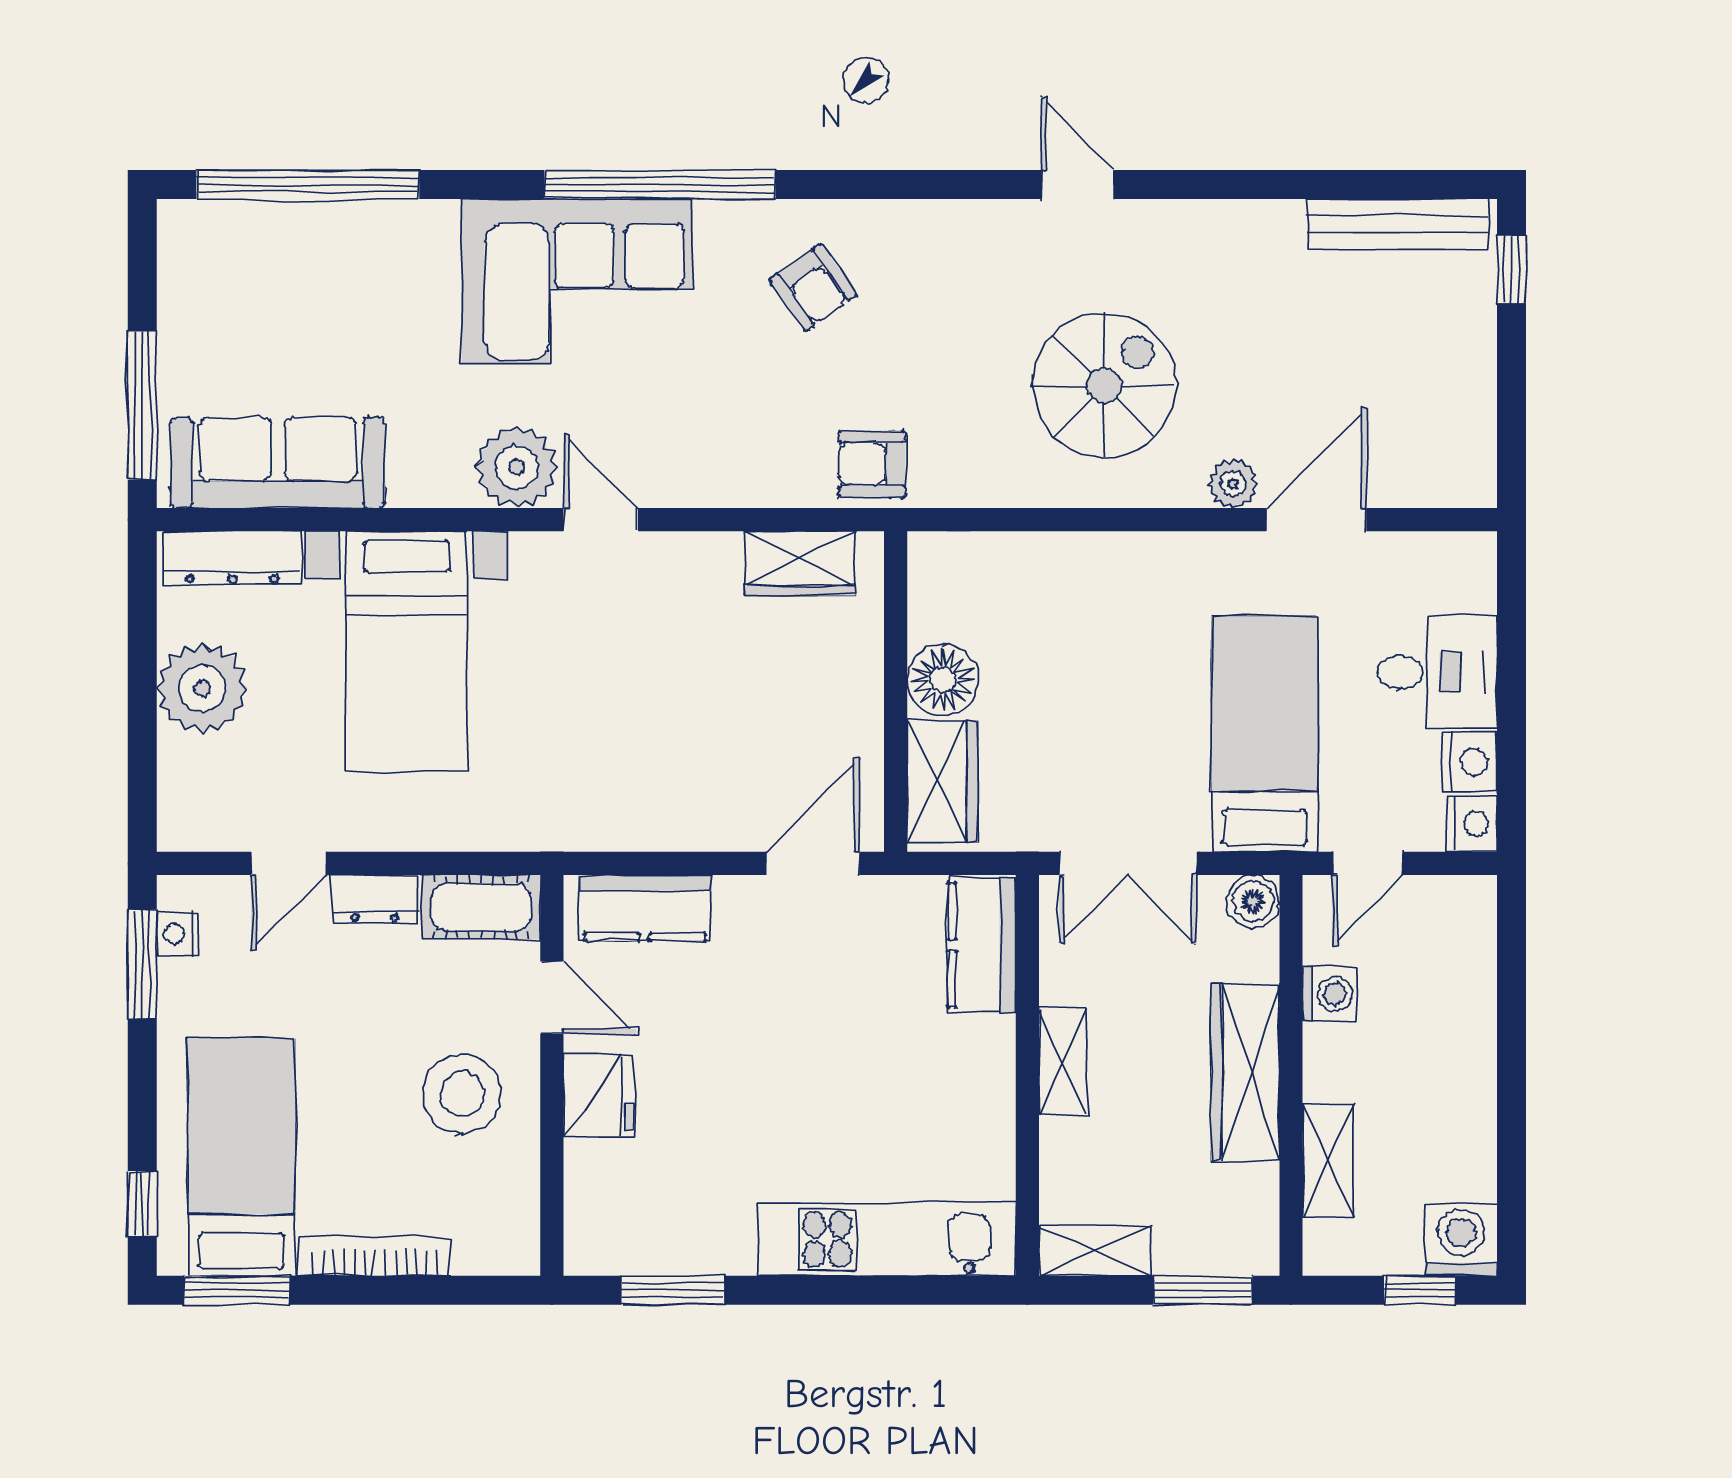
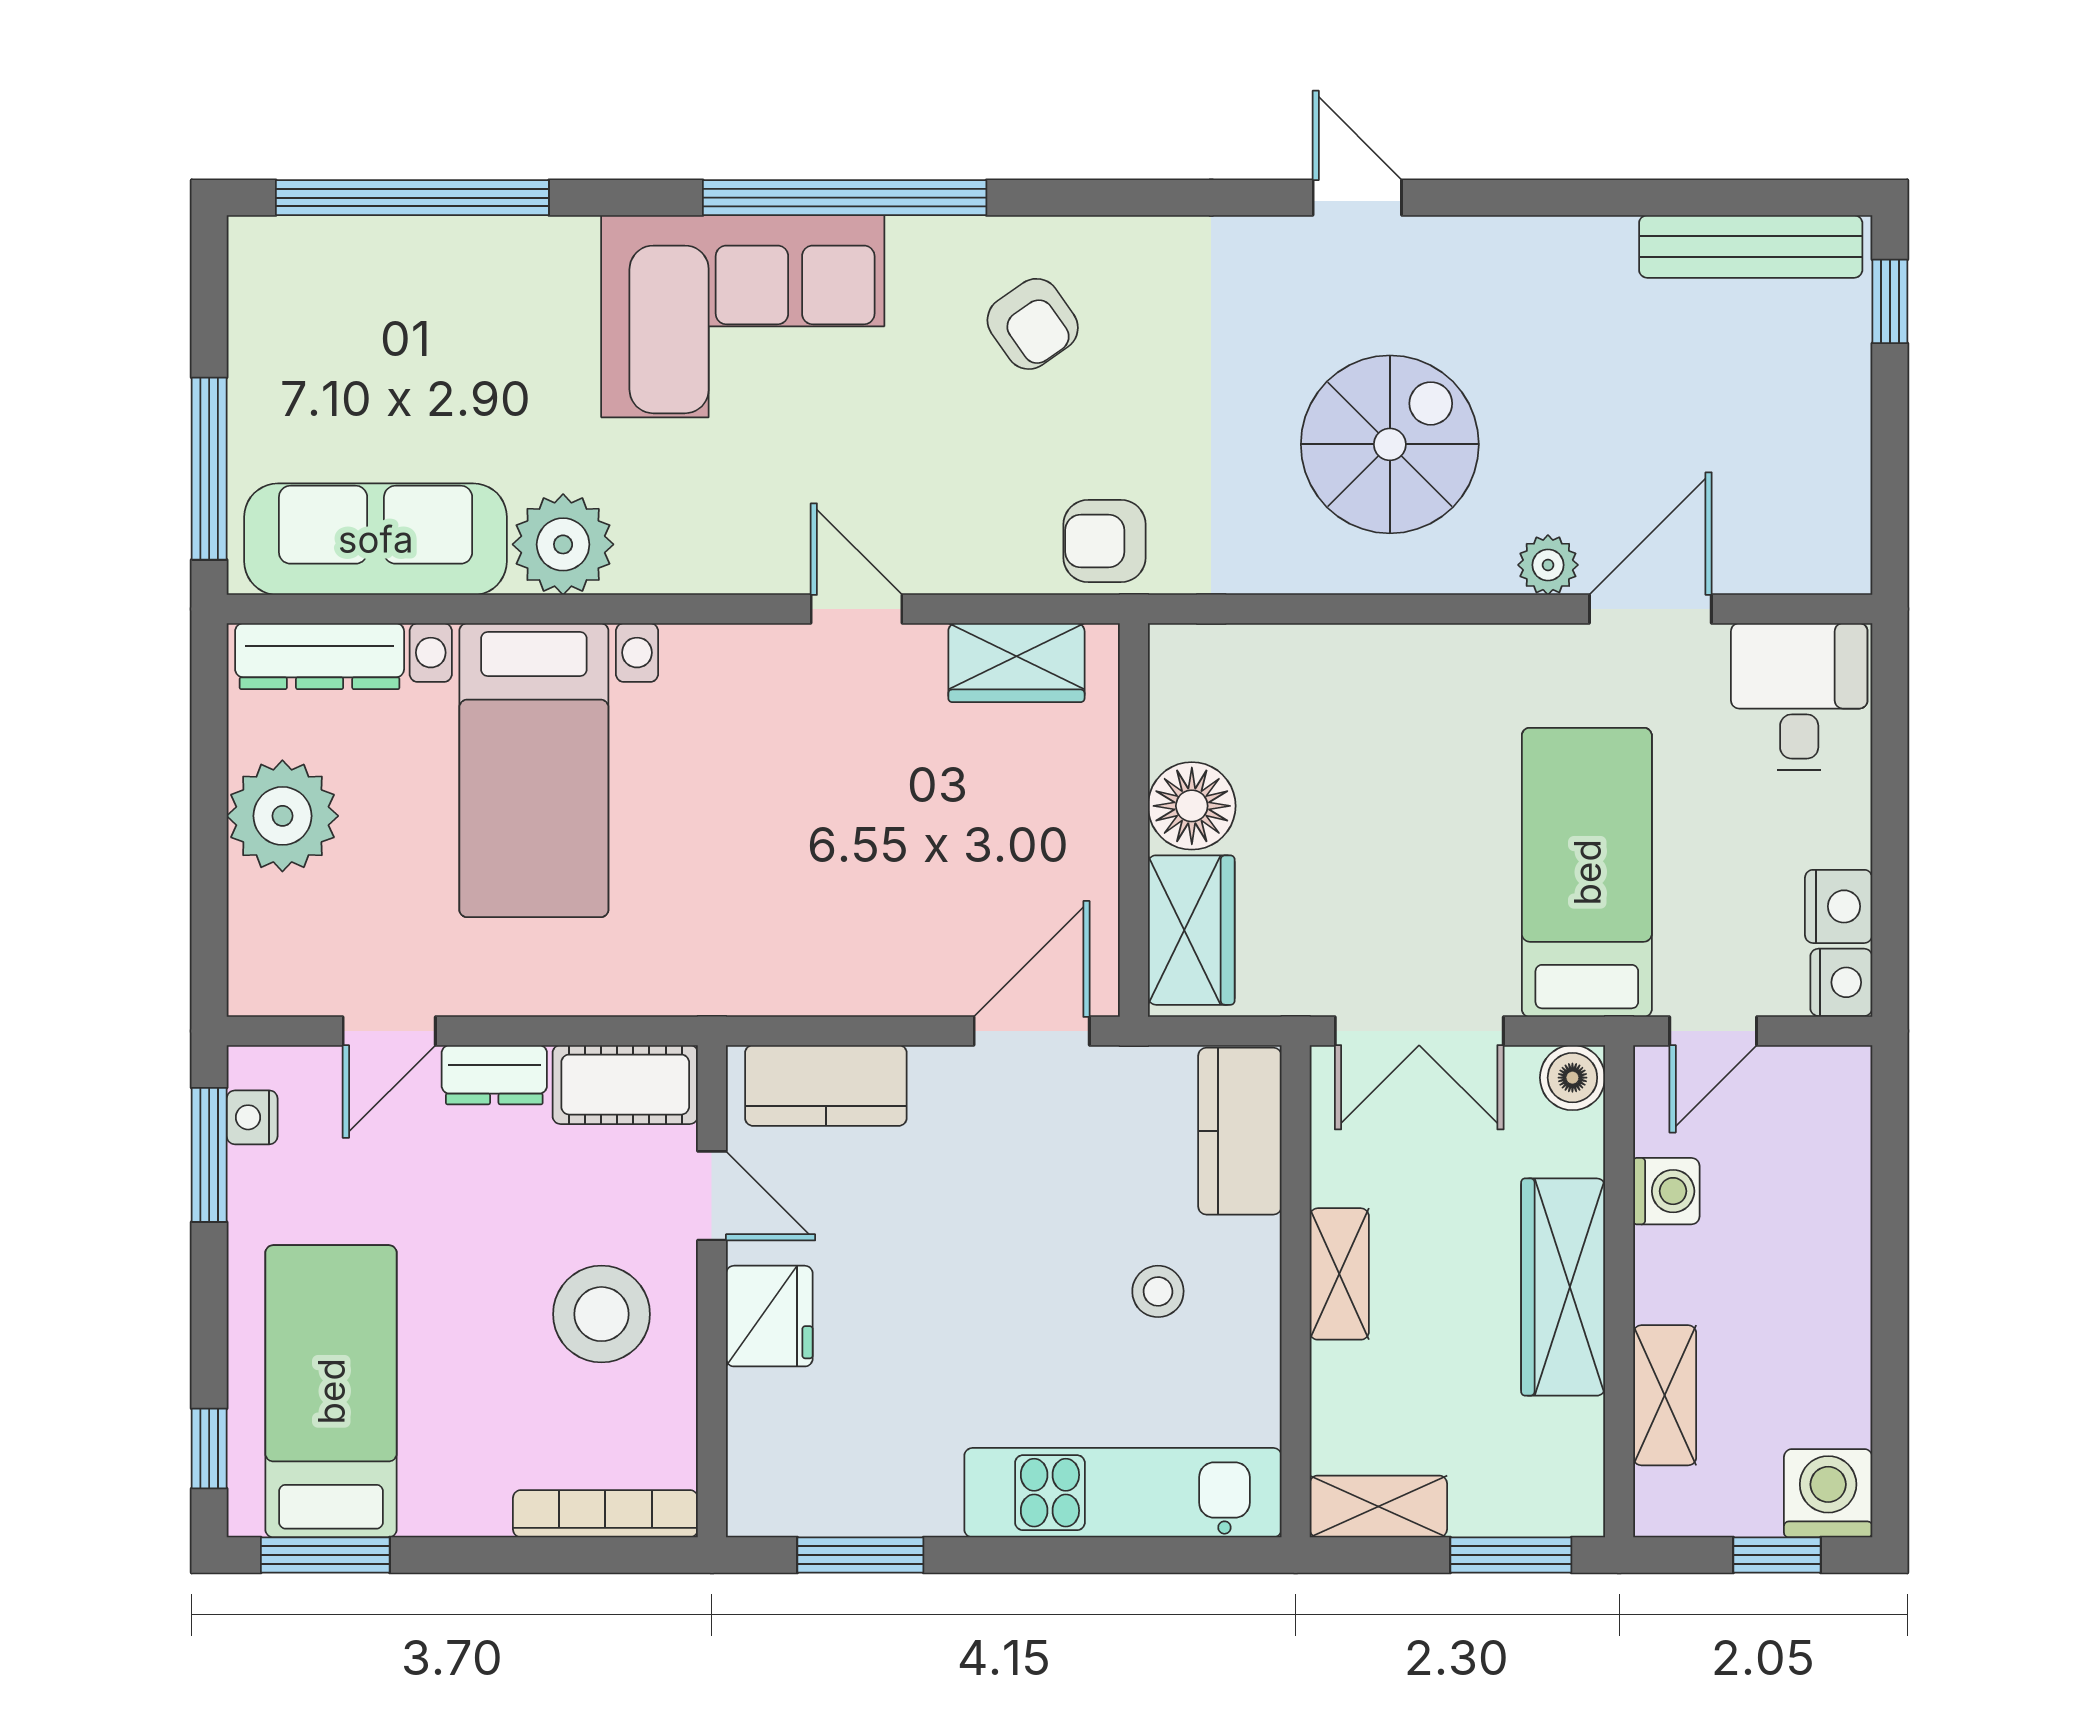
plant: (517, 467) -> (563, 544), moved
door: (601, 520) -> (856, 609), moved
desk: (1437, 672) -> (1799, 697), moved, turned -90
stool: (915, 1076) -> (1158, 1291), added
bookcase: (375, 1257) -> (605, 1514), moved

